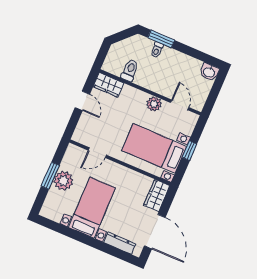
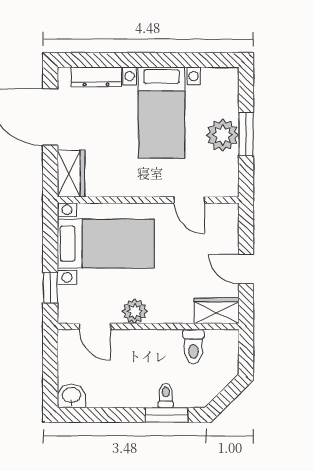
window: (189, 151) -> (50, 288), moved
door: (97, 153) -> (189, 200), swing flipped

